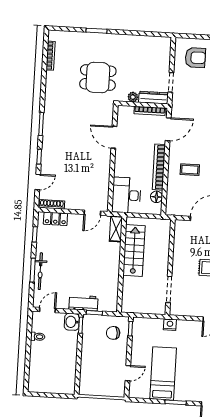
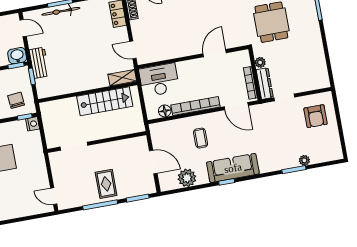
nightstand: (170, 325) -> (33, 124), moved

